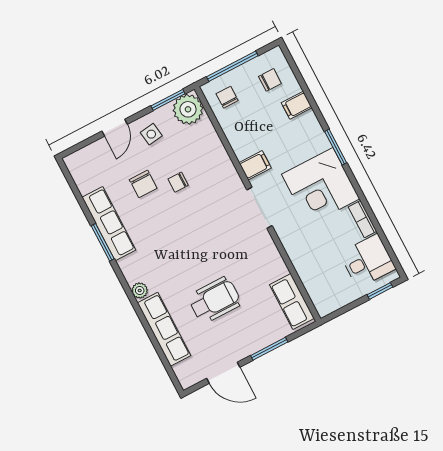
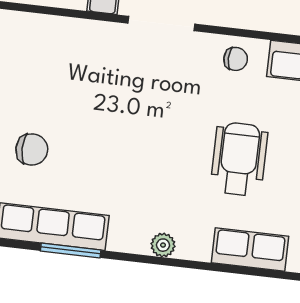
chair: (178, 182) -> (236, 59), moved, turned -90
row of seats: (164, 329) -> (250, 250), width x0.68

